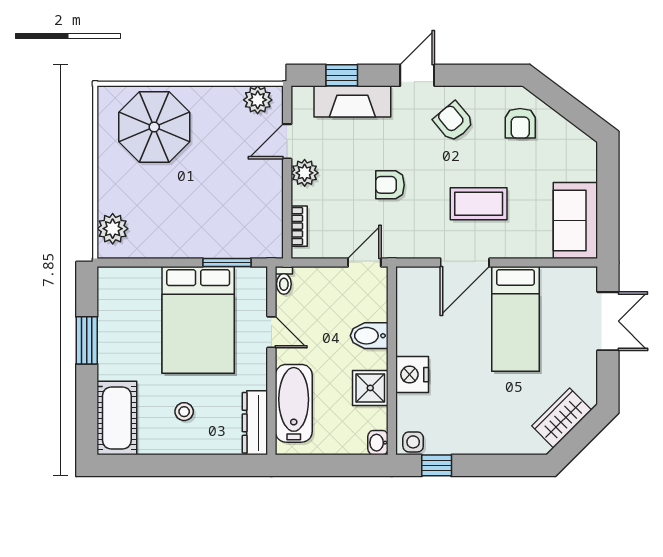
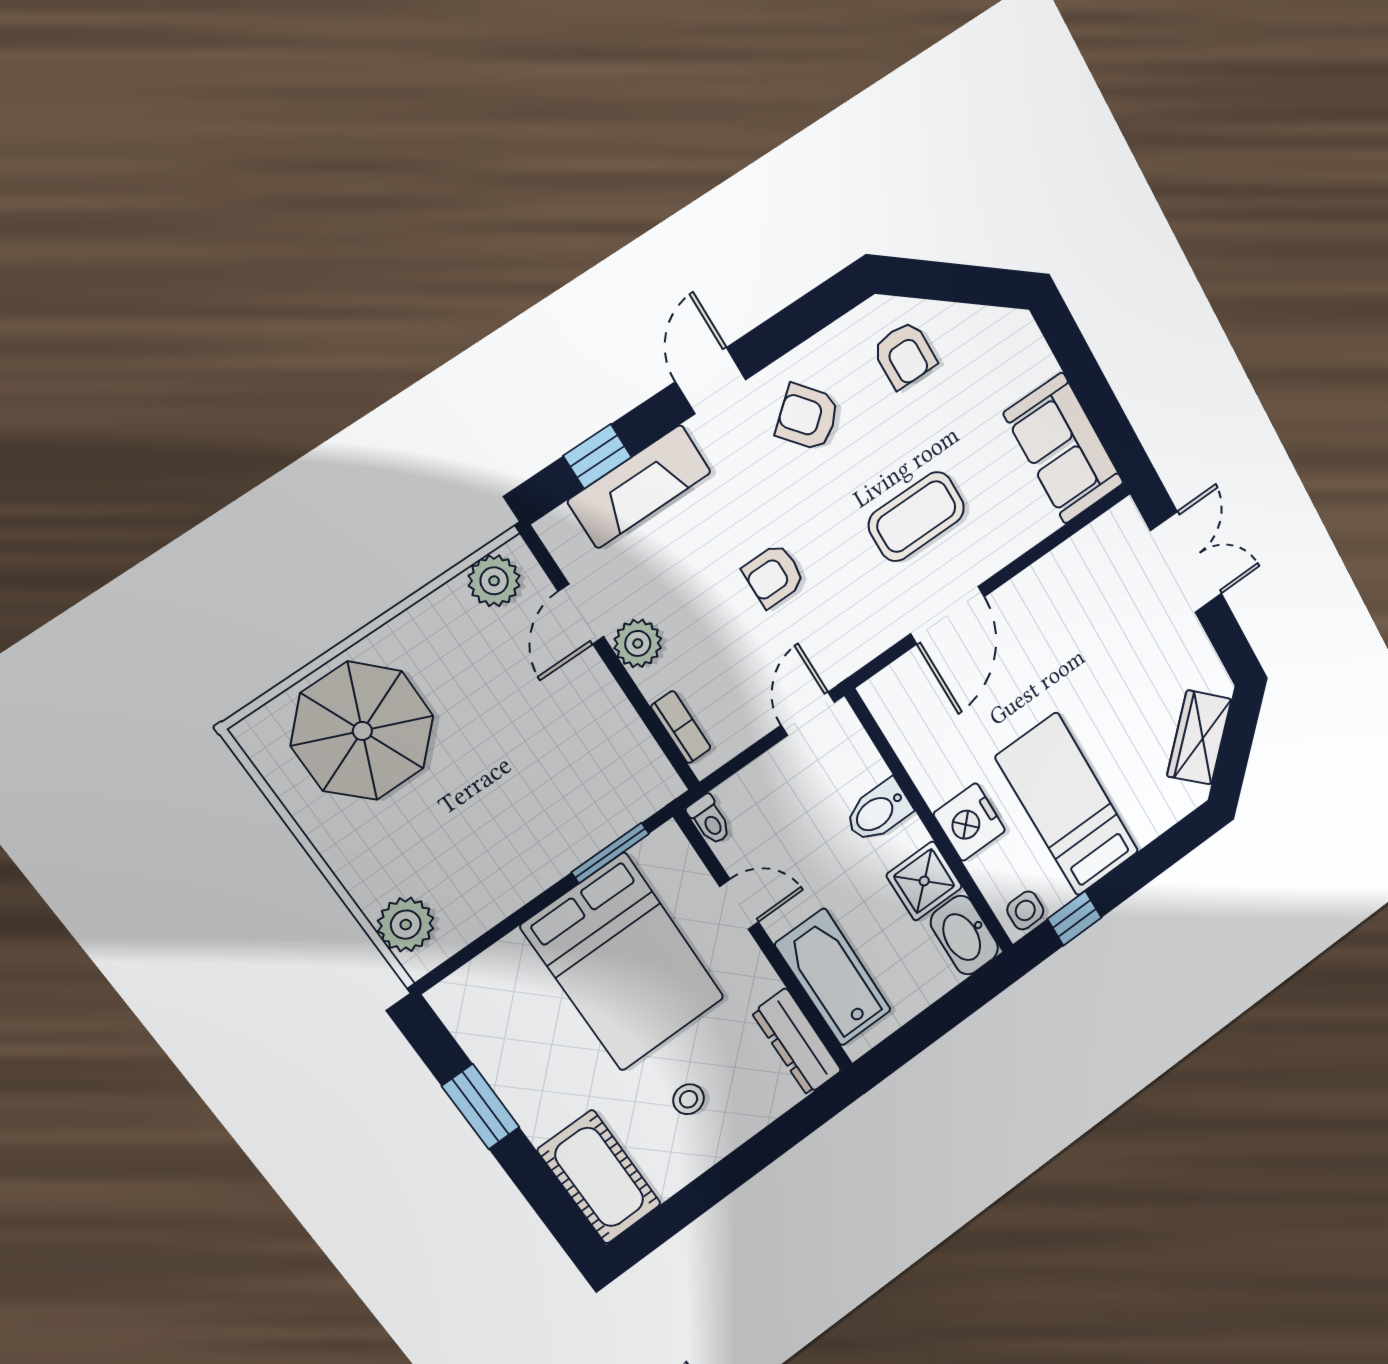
bed: (515, 319) -> (1067, 805), moved, turned 180
washbasin: (378, 443) -> (964, 935), width x1.91, depth x1.45

